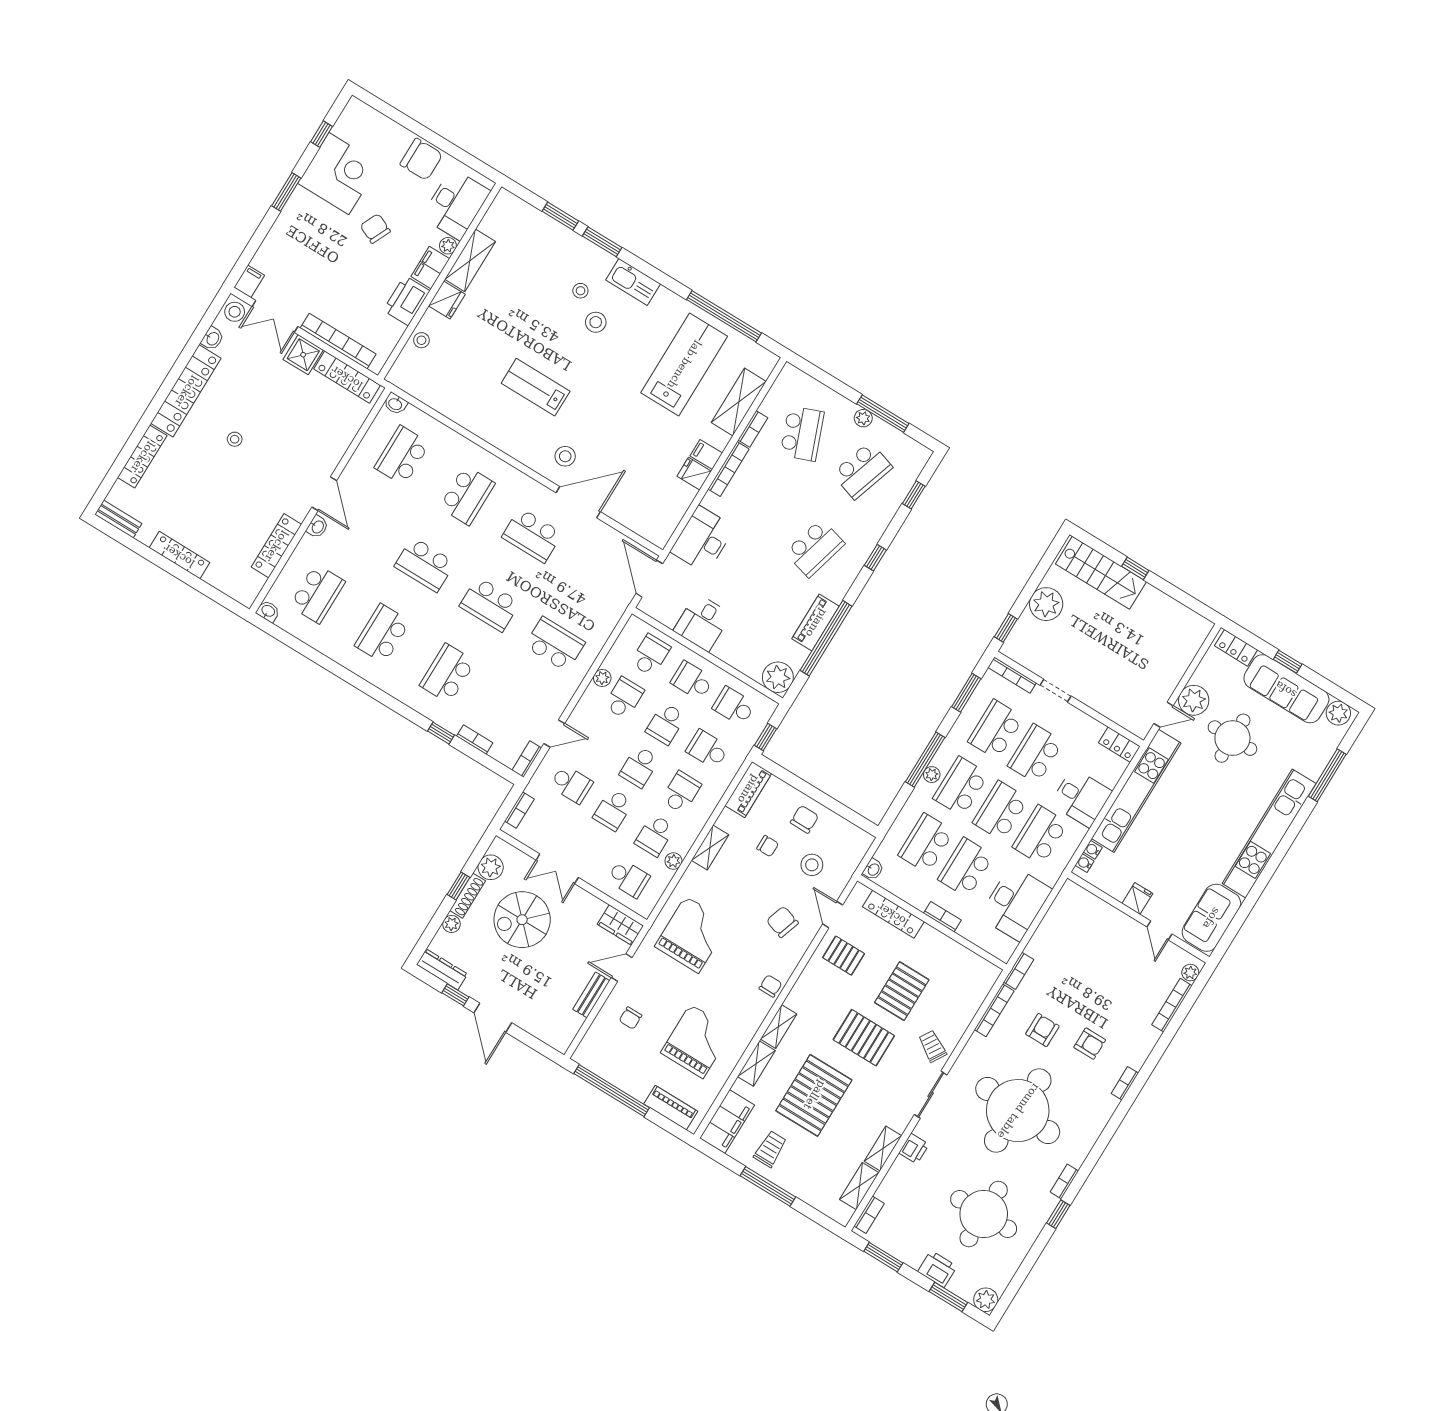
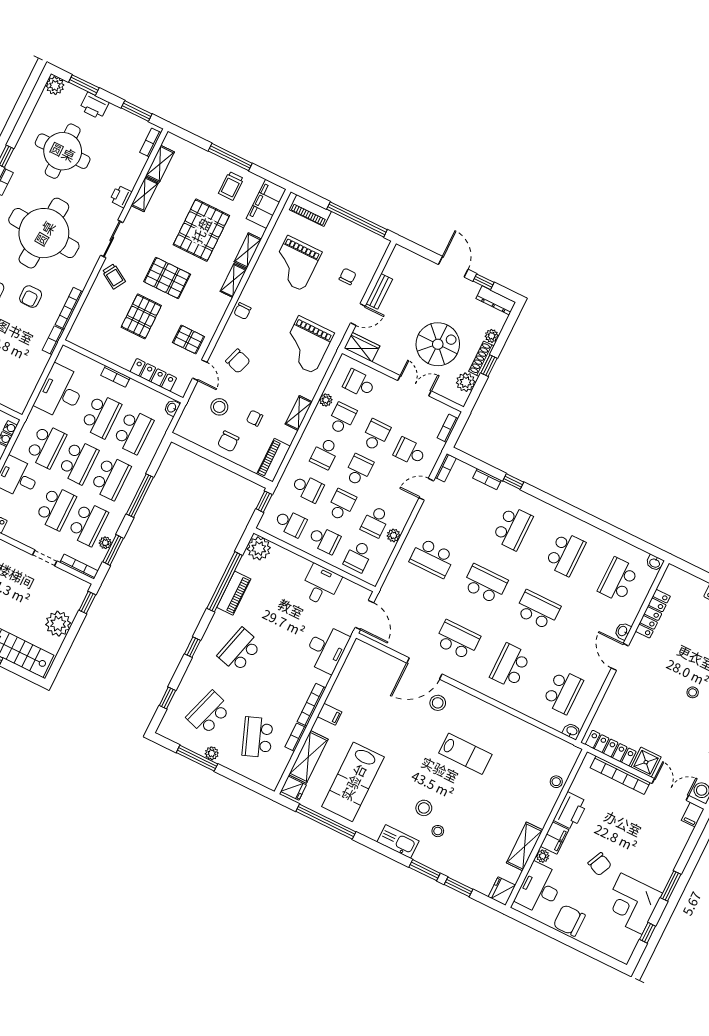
fridge: (447, 300) -> (502, 891), moved
fridge: (694, 474) -> (293, 788), moved
plant: (932, 775) -> (105, 543), moved

